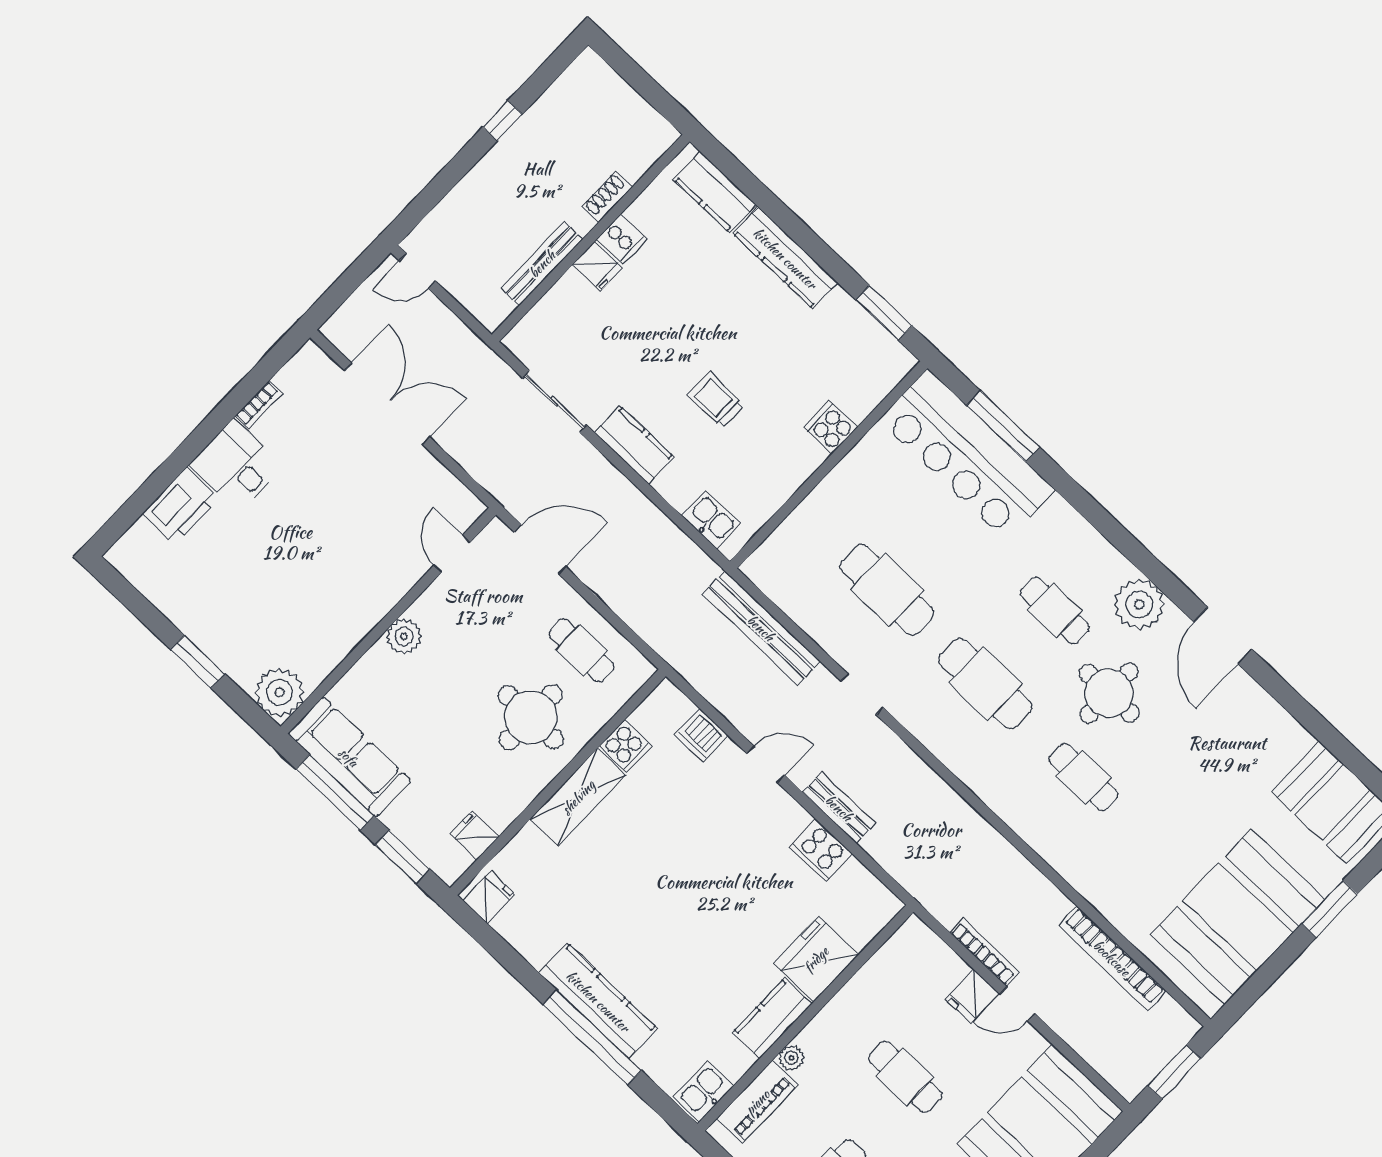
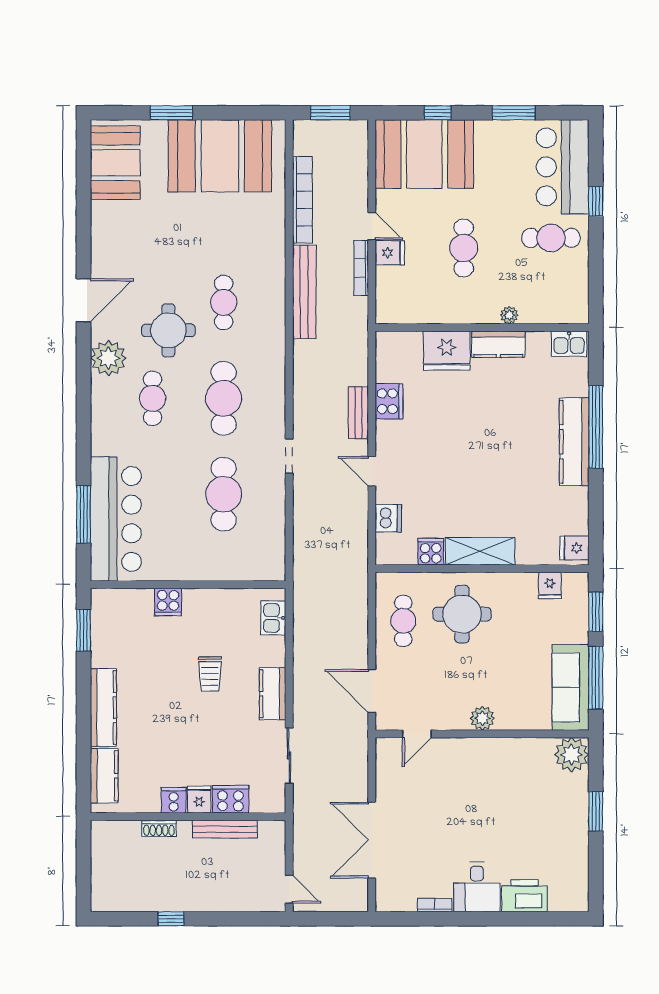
cooker: (567, 299) -> (230, 799), added
bench: (761, 628) -> (304, 292), moved
piano: (757, 1102) -> (548, 311), removed

